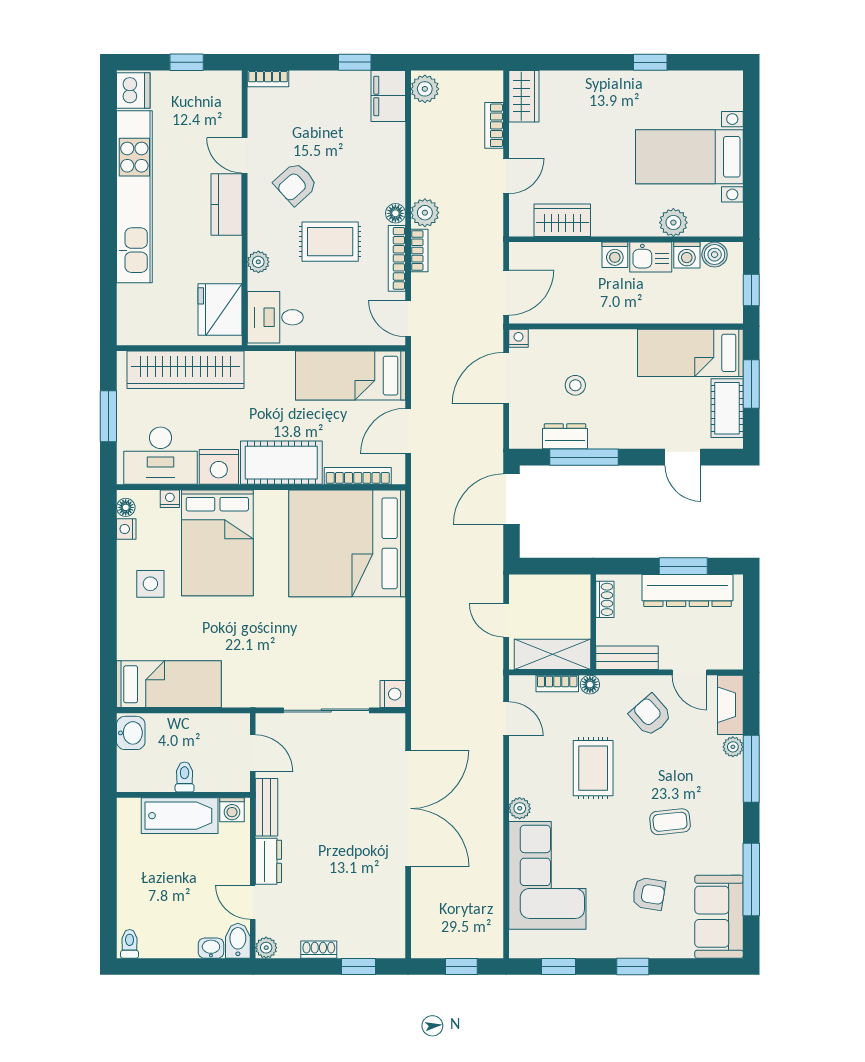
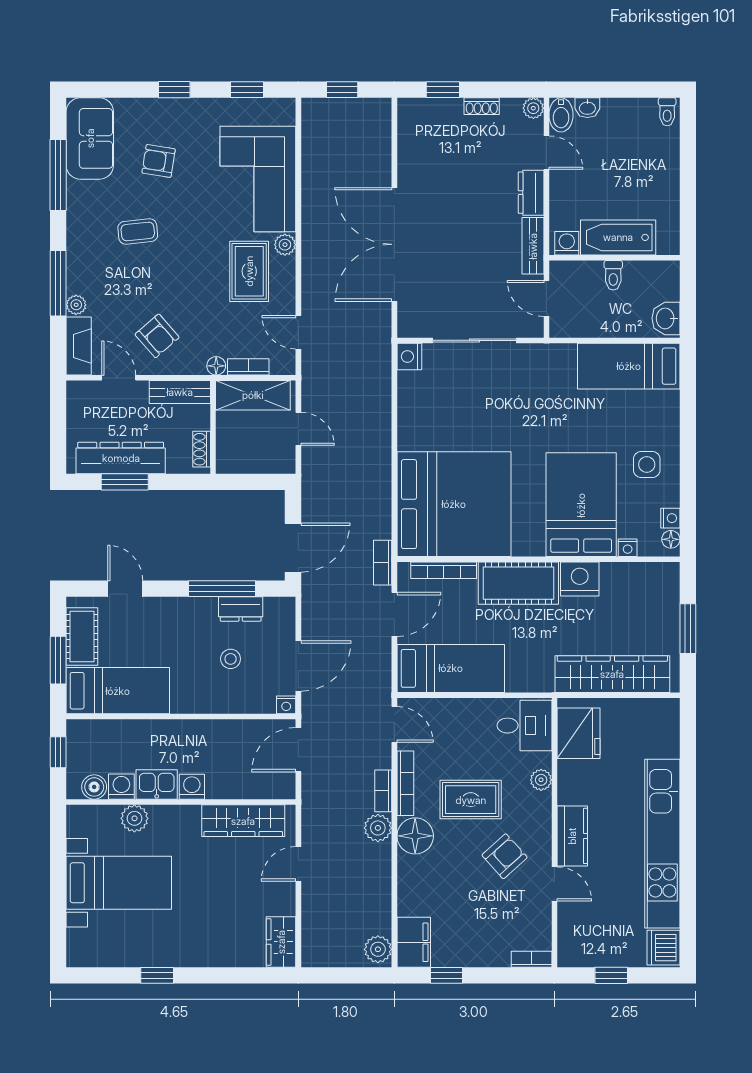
bookcase: (494, 125) -> (383, 563), moved, turned 180
floor lamp: (395, 213) -> (415, 836), width x1.89, depth x1.89
wardrobe: (562, 220) -> (243, 821), width x1.50
desk: (160, 456) -> (637, 590), removed
rug: (593, 768) -> (249, 271), moved

